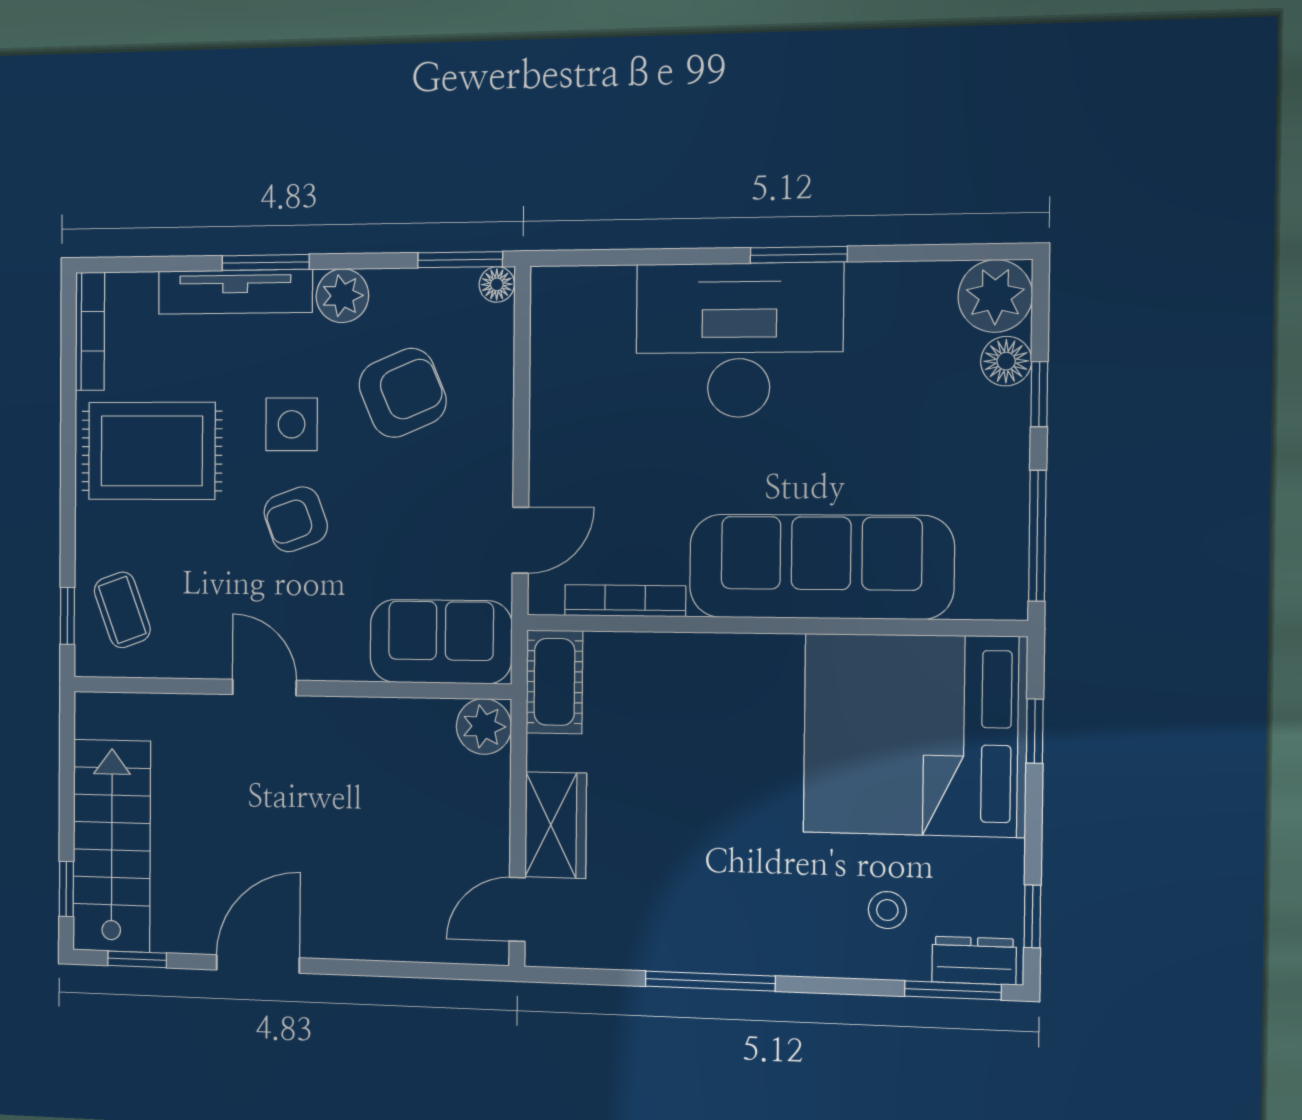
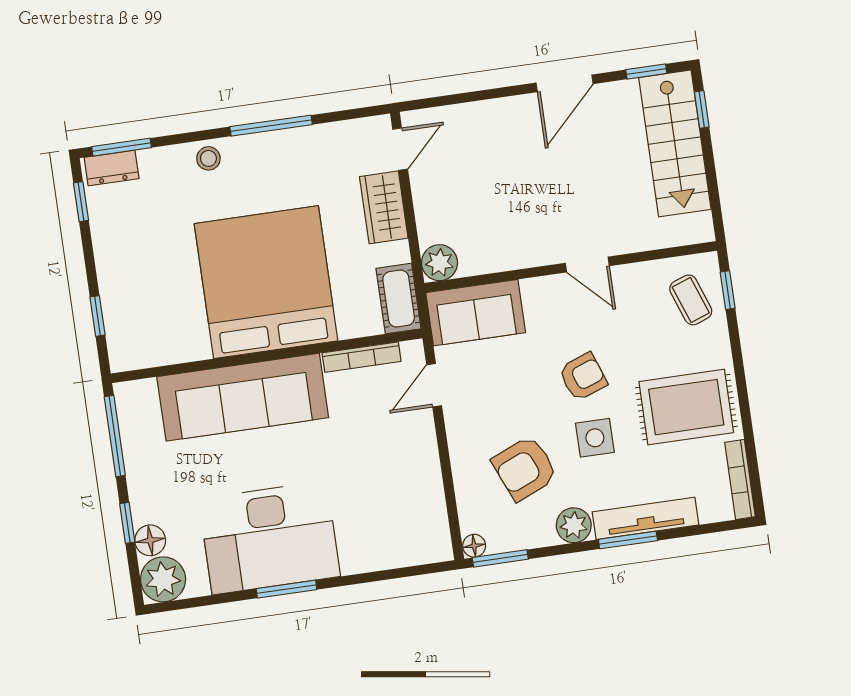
desk: (739, 340) -> (270, 538), moved
bed: (915, 735) -> (266, 282), moved, turned -90
stool: (887, 910) -> (208, 158), moved

